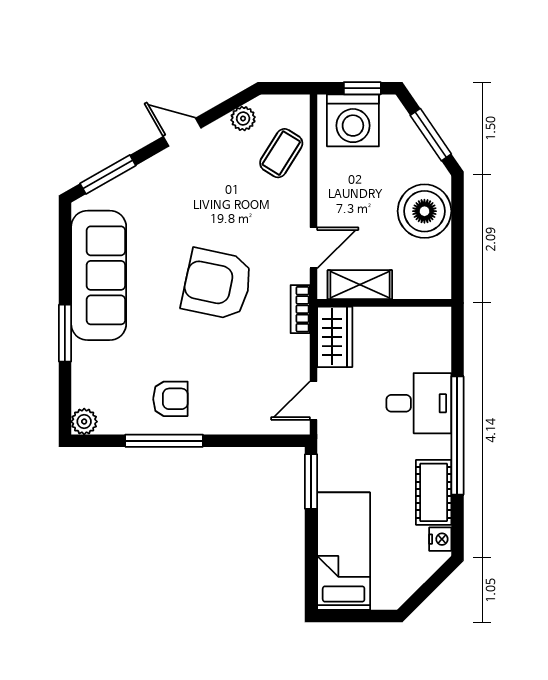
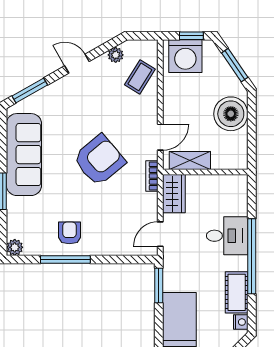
armchair: (217, 284) -> (99, 160), turned 128
armchair: (170, 399) -> (69, 233), turned -90

